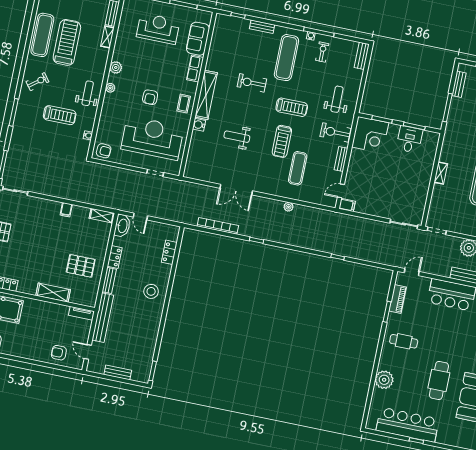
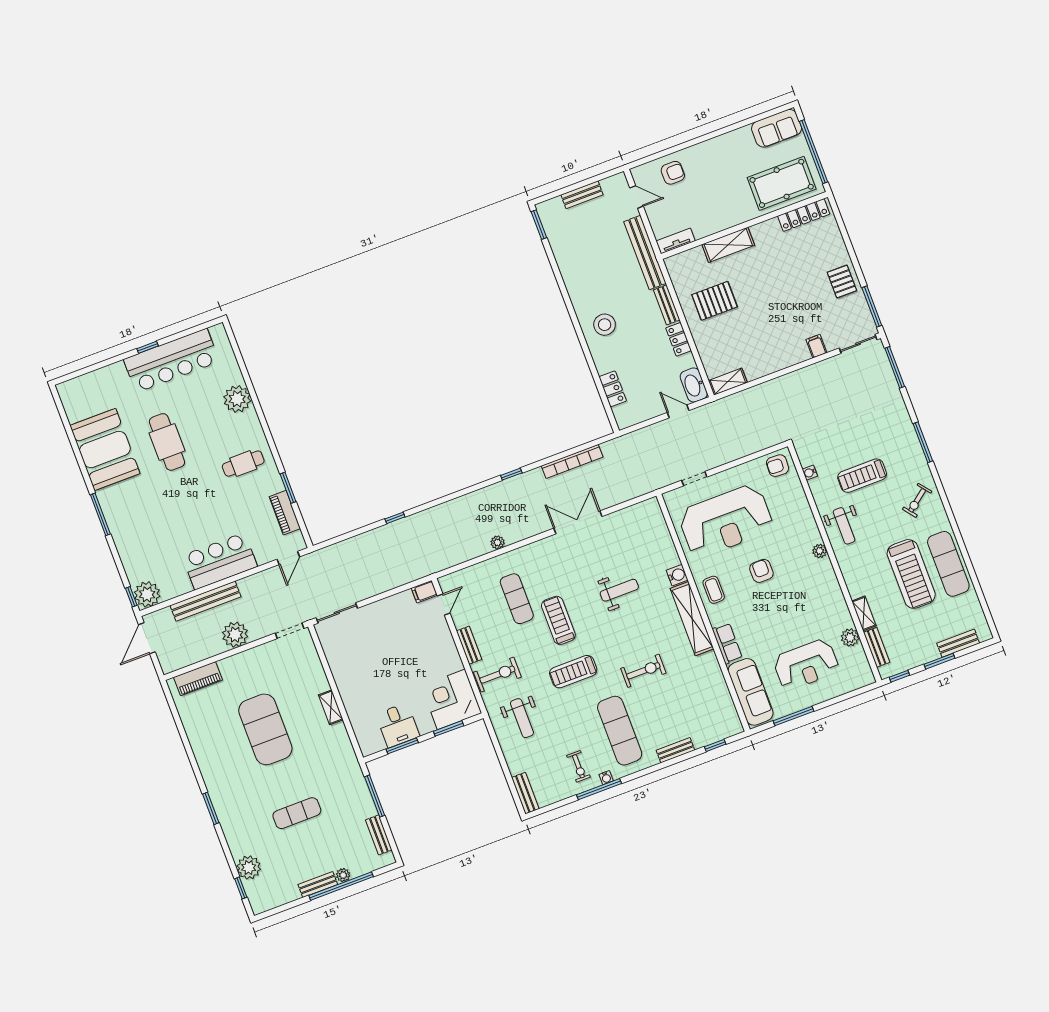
sofa: (198, 39) -> (751, 692), width x1.36
plant: (116, 67) -> (850, 637), moved
filing cabinet: (66, 210) -> (816, 346), moved

